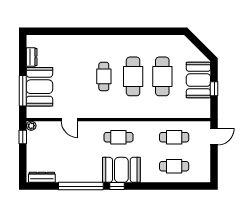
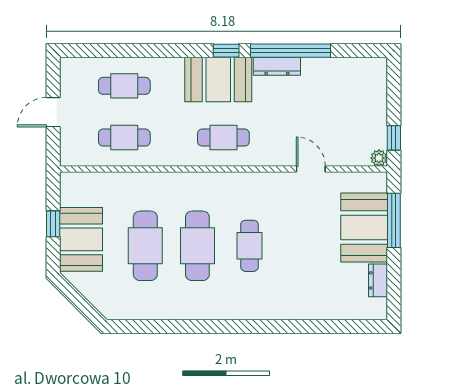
door: (214, 137) -> (53, 112), moved
dresser: (42, 177) -> (277, 66), moved

